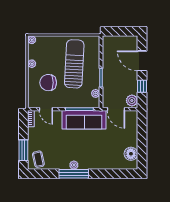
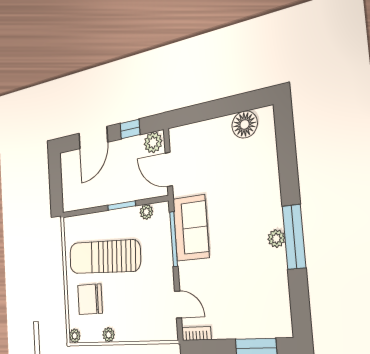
chair: (48, 83) -> (90, 299), moved, turned 90
door: (46, 109) -> (178, 304), hinge flipped
door: (116, 109) -> (169, 169), swing flipped
sofa: (84, 120) -> (191, 228), width x0.73
coffee table: (38, 159) -> (271, 315), removed

